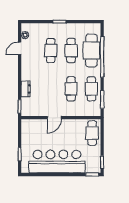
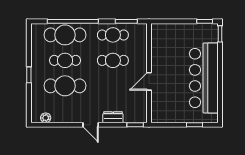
door: (20, 48) -> (91, 125), moved
cafe table: (51, 51) -> (65, 86), width x1.37, depth x1.35
door: (54, 118) -> (149, 81), swing flipped
cafe table: (92, 133) -> (168, 34), removed

